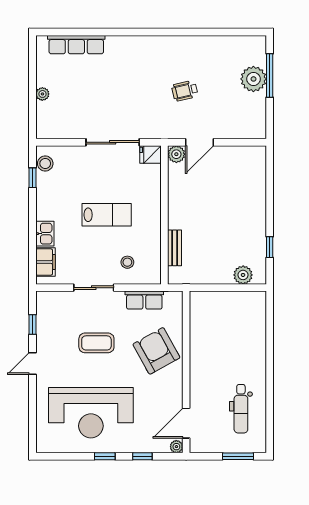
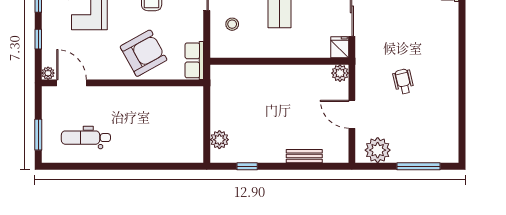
plant: (253, 79) -> (378, 150), moved
door: (199, 142) -> (352, 114), moved
bench: (175, 248) -> (304, 156), moved
row of seats: (144, 300) -> (194, 60), moved

